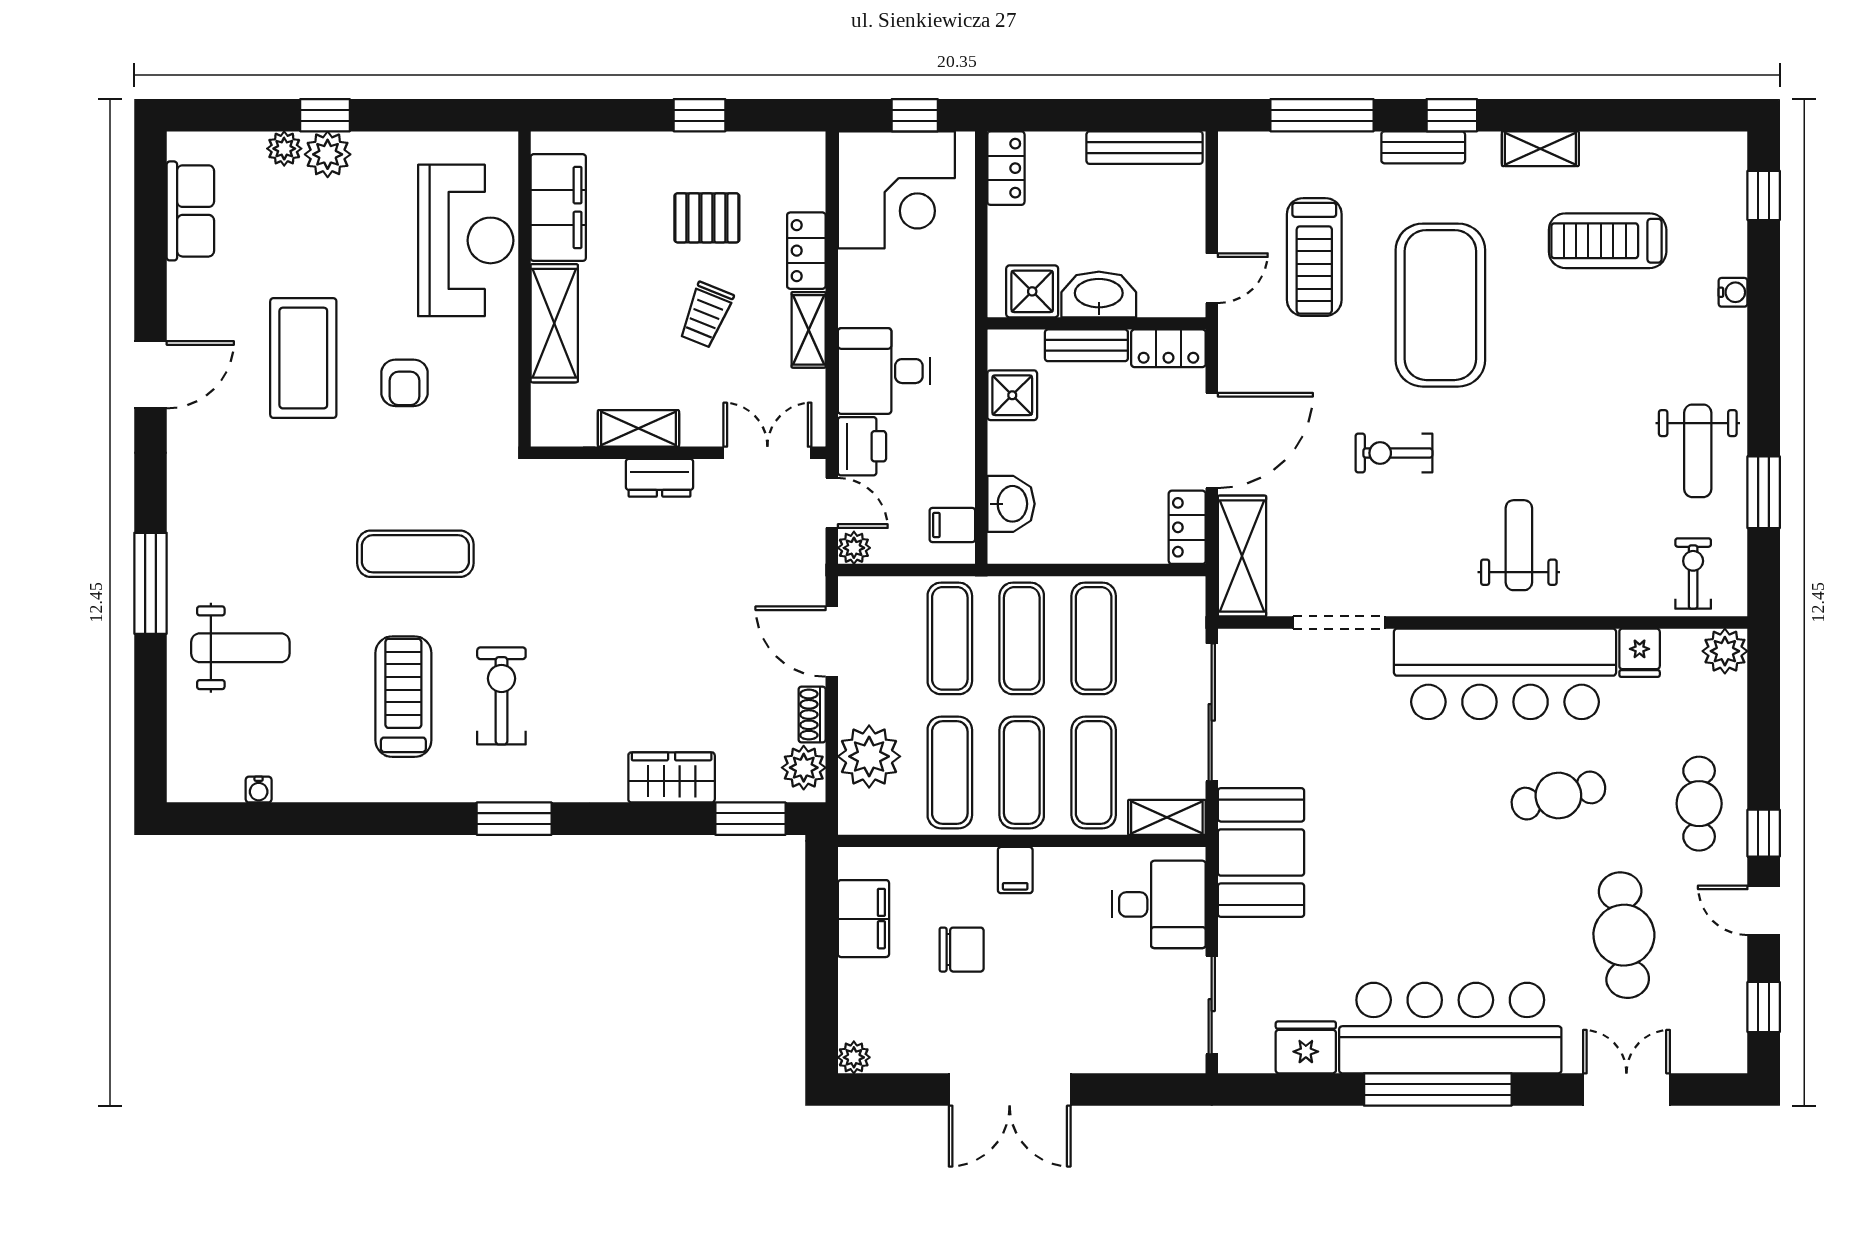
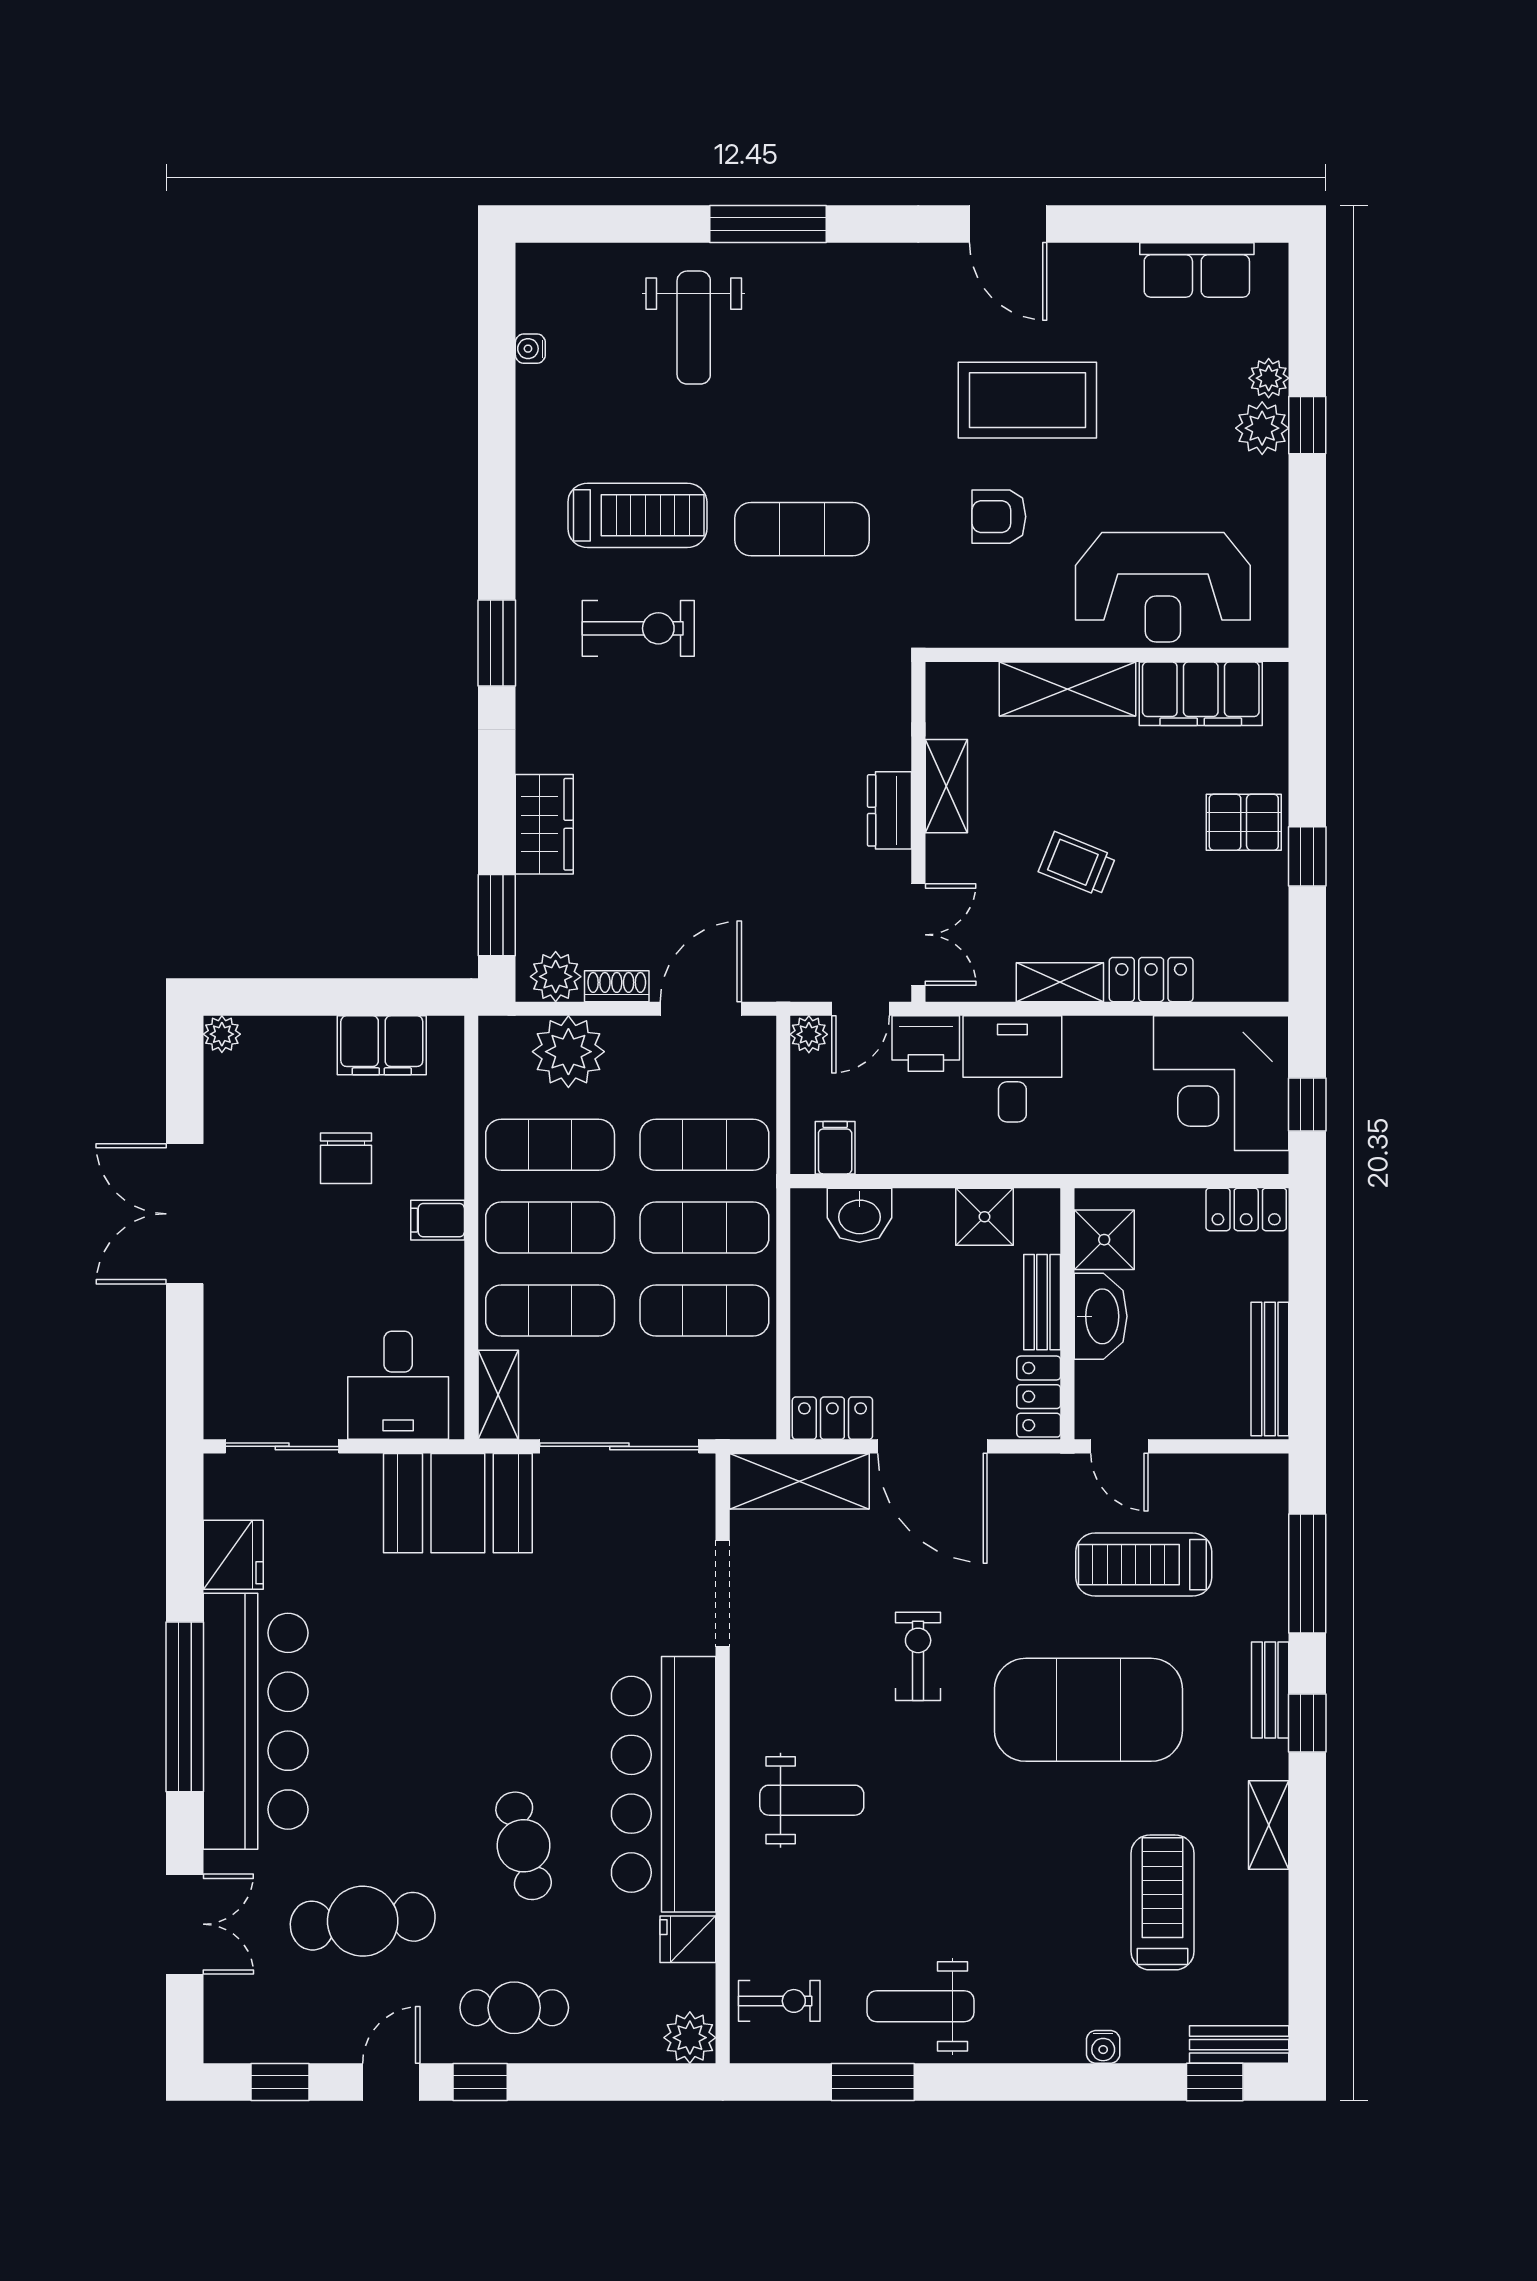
bench: (1731, 174) -> (1239, 2045), added
pallet: (707, 218) -> (1244, 822), moved, turned 90
exercise mat: (415, 554) -> (802, 529), turned 90

